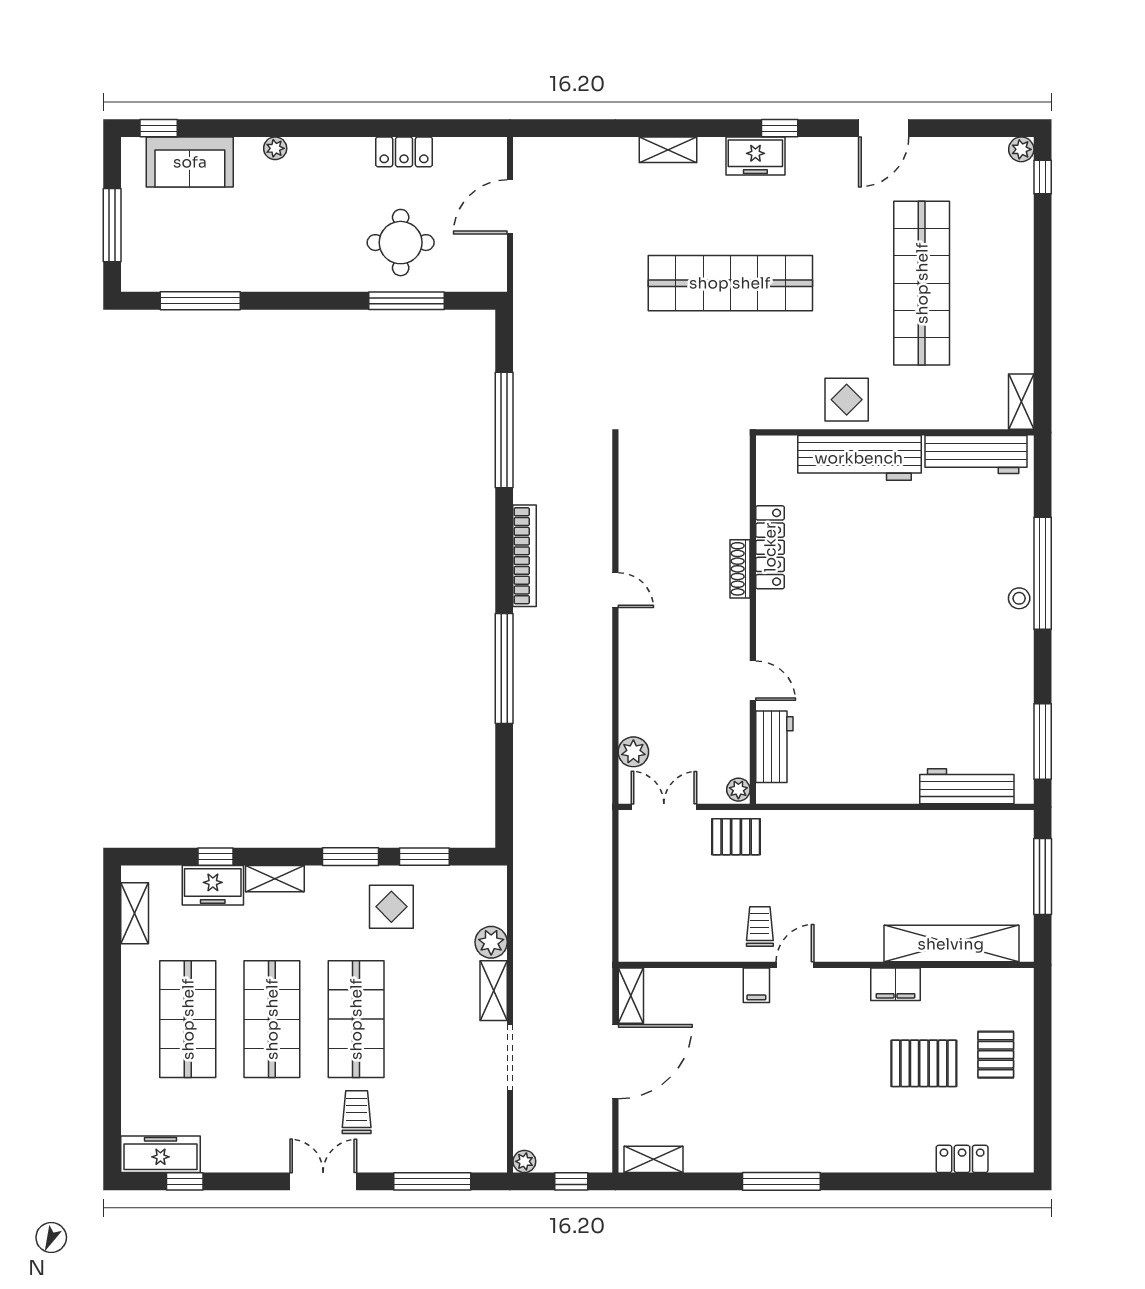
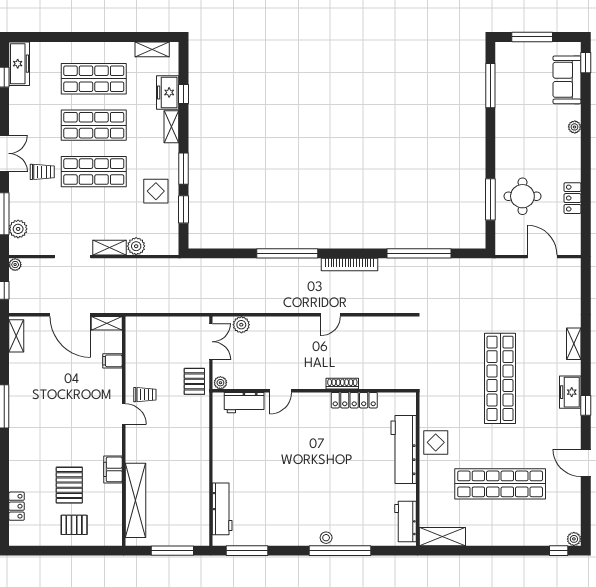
shelving: (1021, 402) -> (442, 537), width x1.50, depth x1.33
workbench: (976, 454) -> (405, 522), width x0.73
filing cabinet: (756, 985) -> (112, 361), moved
plant: (460, 1156) -> (18, 229), added

